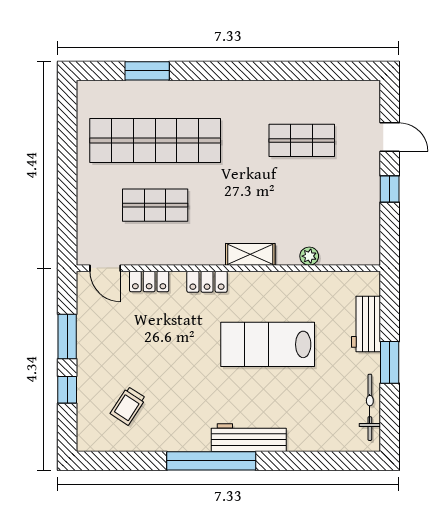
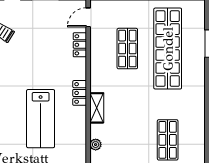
locker: (207, 282) -> (80, 93), moved
lab bench: (268, 344) -> (41, 119), turned 180

